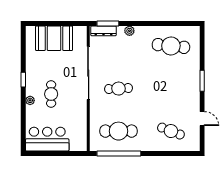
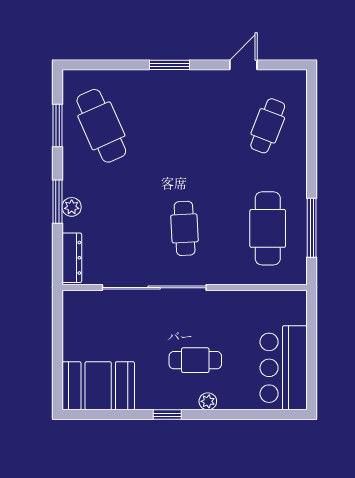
window: (108, 24) -> (58, 202), moved
window: (171, 24) -> (58, 126), added
booth: (54, 38) -> (98, 386), moved, turned 90
cafe table: (171, 46) -> (101, 126), turned -30
window: (119, 153) -> (312, 228), width x0.68

